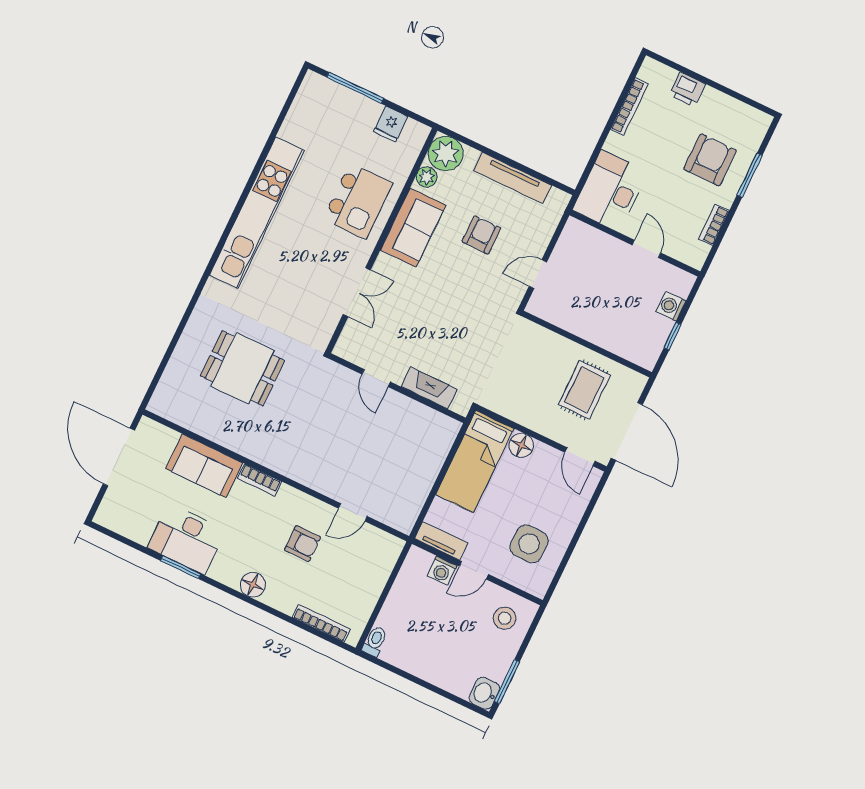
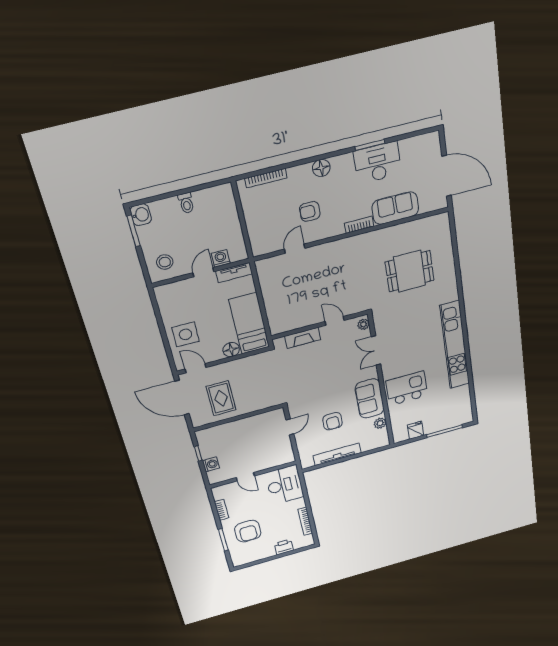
plant: (446, 153) -> (363, 324), moved, width x0.53, depth x0.53
kitchen island: (358, 201) -> (407, 388), turned 90
side table: (529, 544) -> (186, 334), moved
toilet: (375, 641) -> (186, 203), moved

